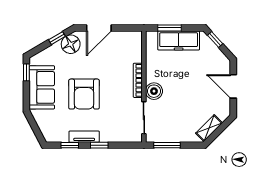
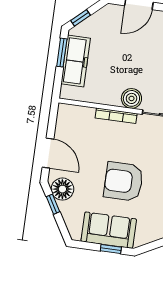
window: (170, 28) -> (62, 53), moved
window: (26, 72) -> (111, 249), moved
armchair: (84, 94) -> (124, 181), turned 180

